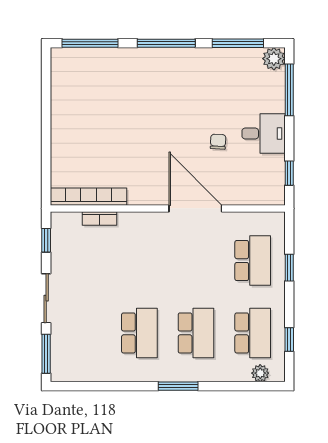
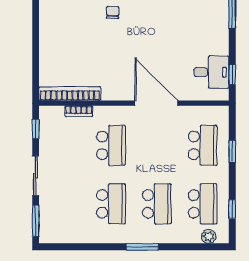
desk: (264, 133) -> (211, 72), moved
chair: (218, 142) -> (113, 12), moved
school desk: (139, 261) -> (111, 145), added

